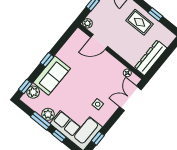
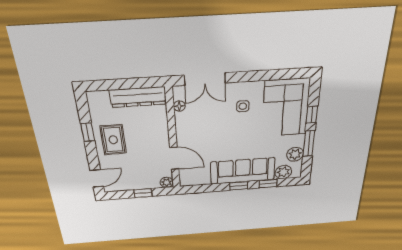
sofa: (52, 76) -> (243, 171), width x1.36
window: (25, 86) -> (268, 184), moved
plant: (48, 114) -> (295, 154), moved
window: (98, 138) -> (283, 74), removed

